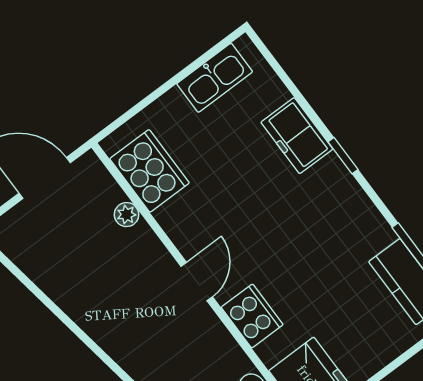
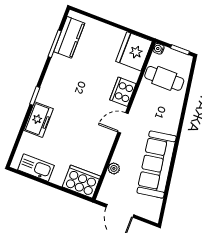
cooker: (149, 171) -> (81, 182), moved, turned 90
sofa: (86, 294) -> (157, 164), added

